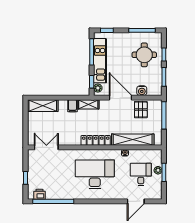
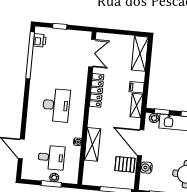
door: (121, 98) -> (141, 143), swing flipped
locker: (96, 140) -> (97, 90), moved
shelving: (133, 140) -> (92, 144), width x0.68
desk: (95, 174) -> (56, 105), width x0.73, depth x0.77

